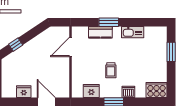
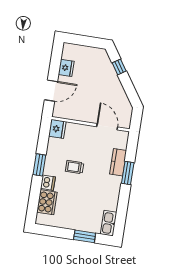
kitchen sink: (133, 32) -> (109, 223), moved
cooker: (156, 90) -> (47, 202), moved
fridge: (91, 91) -> (57, 129), moved

